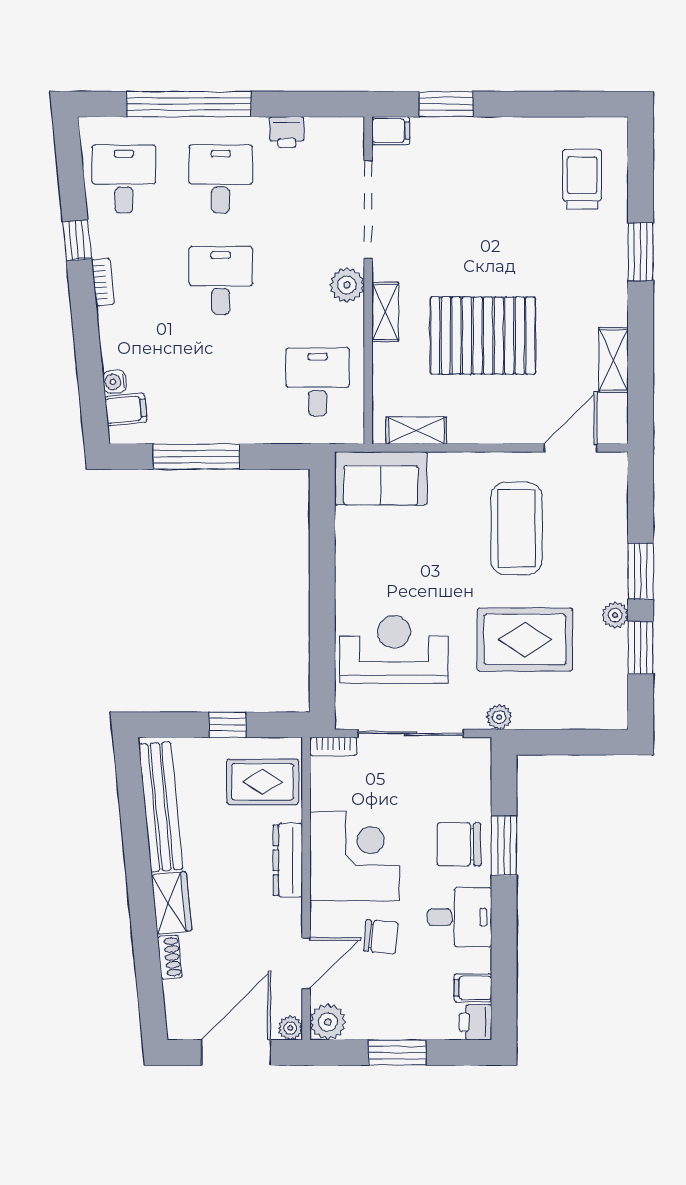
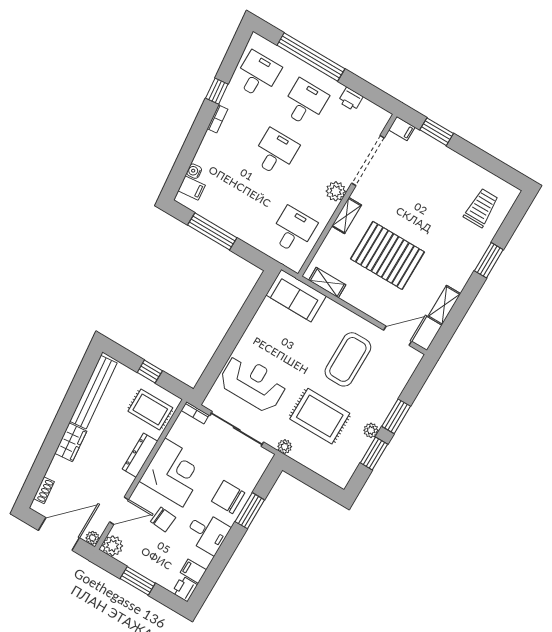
shoe rack: (170, 957) -> (44, 490), moved

